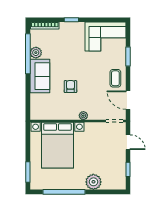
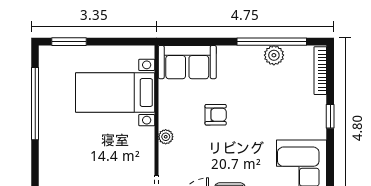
sofa: (40, 76) -> (187, 62), moved
bed with nightstands: (58, 145) -> (115, 93), width x0.73
plant: (93, 182) -> (52, 154), removed

